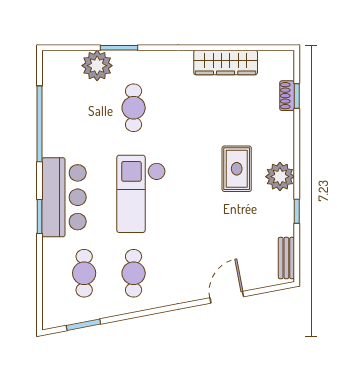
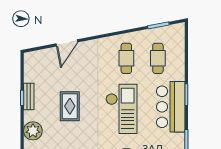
rug: (237, 169) -> (70, 106), moved
plant: (280, 177) -> (33, 131), moved
bench: (286, 258) -> (29, 97), moved

